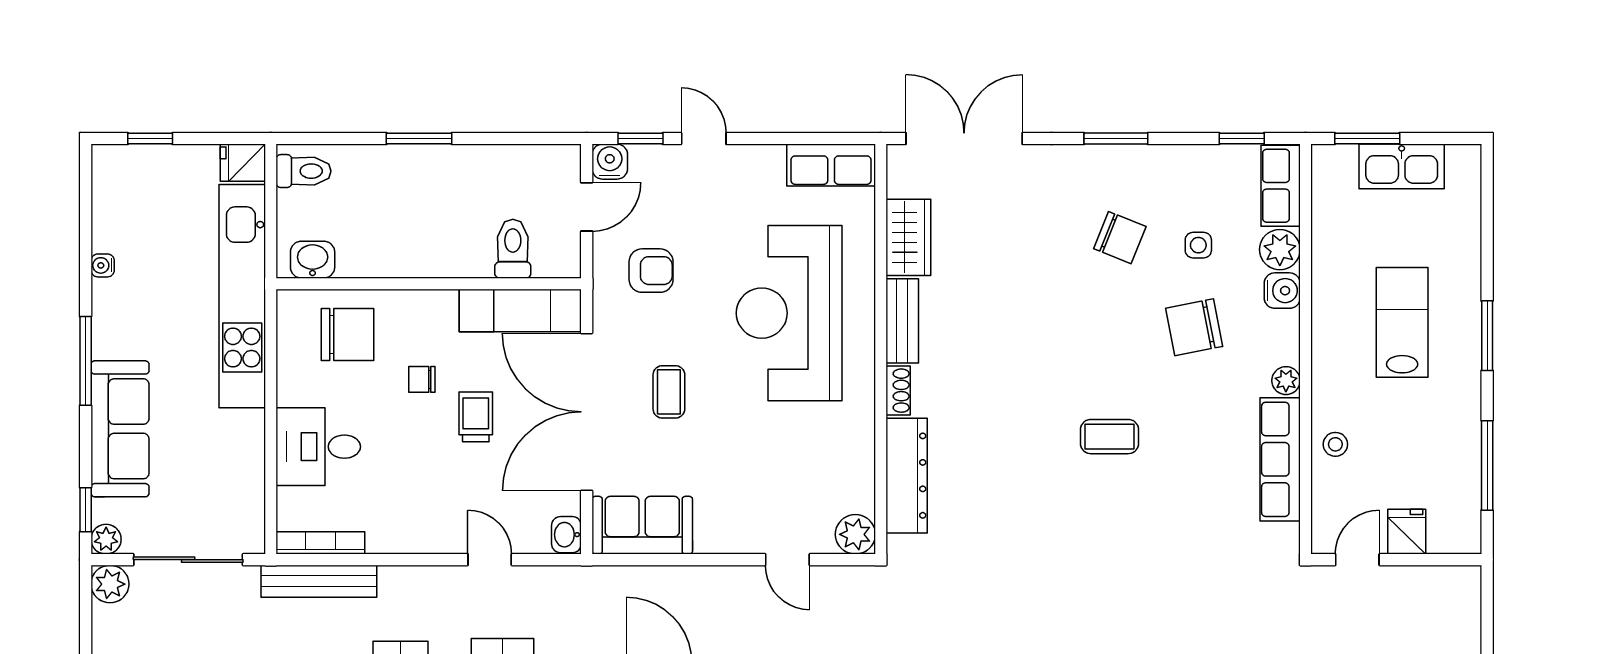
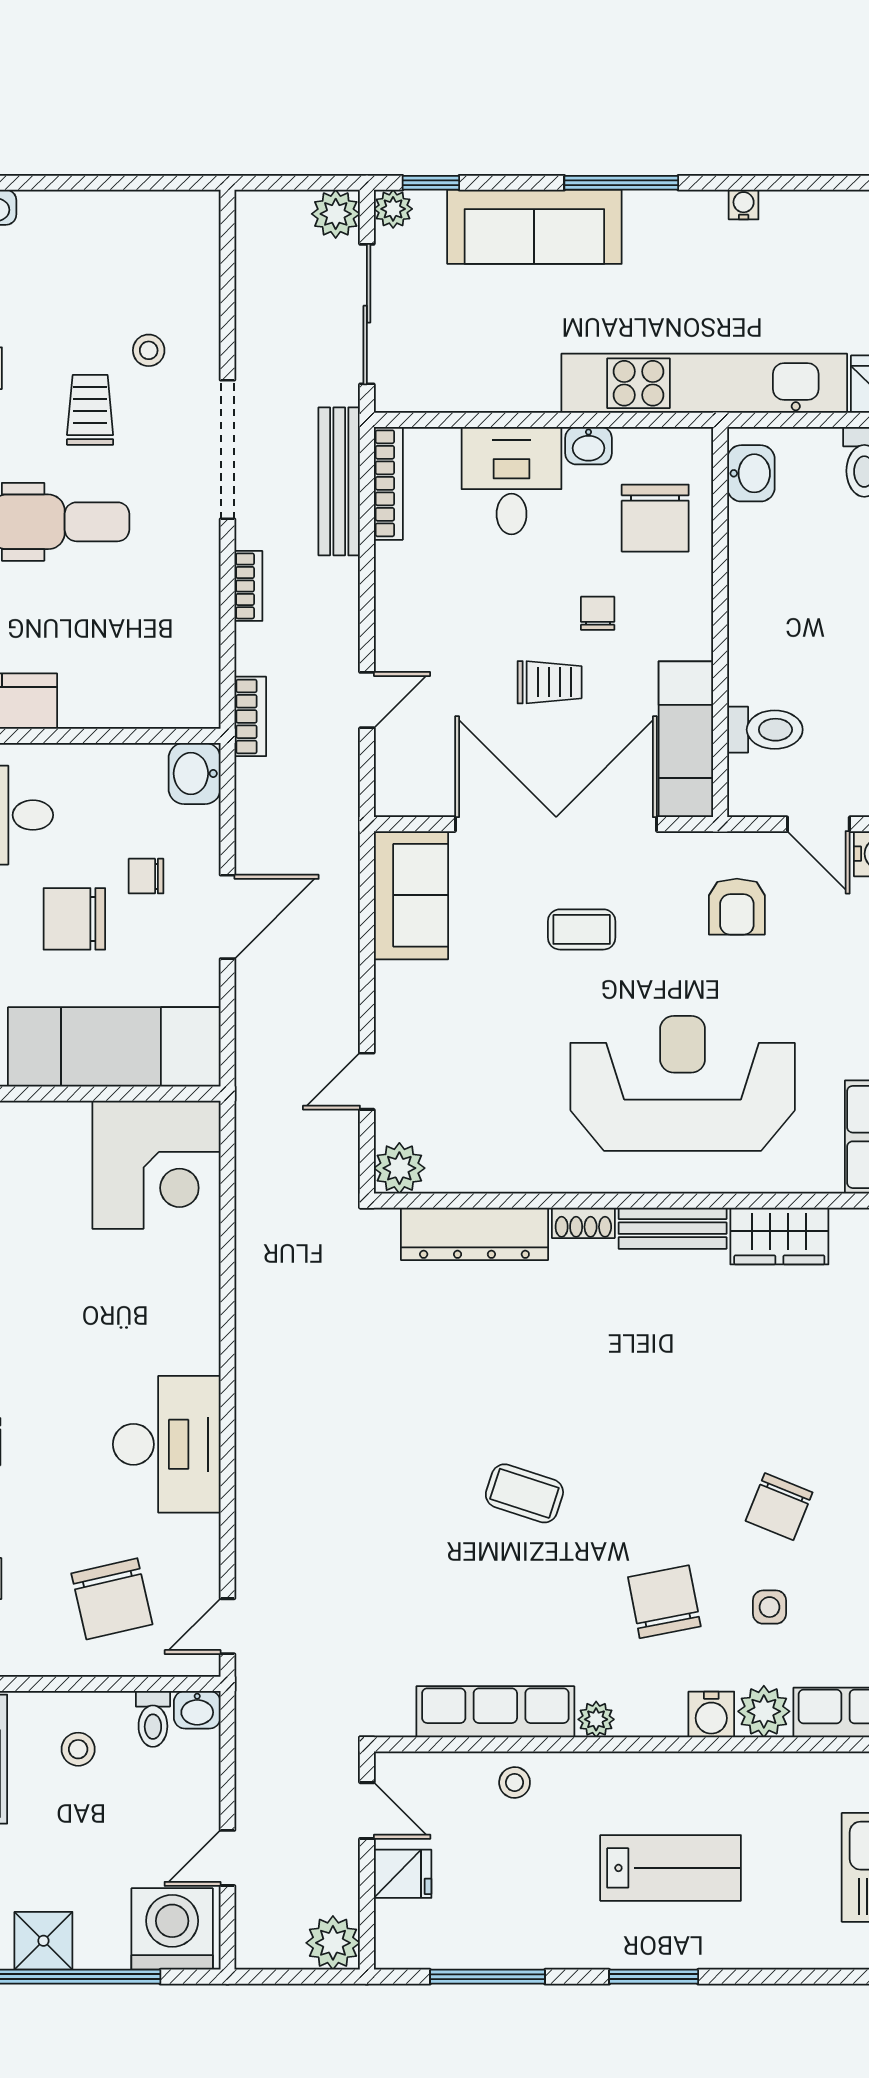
coffee table: (1109, 437) -> (524, 1493), turned -72
washbasin: (566, 535) -> (588, 446), moved, turned 180
plant: (1461, 586) -> (333, 1943), added

